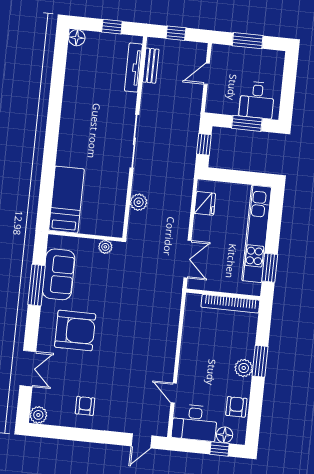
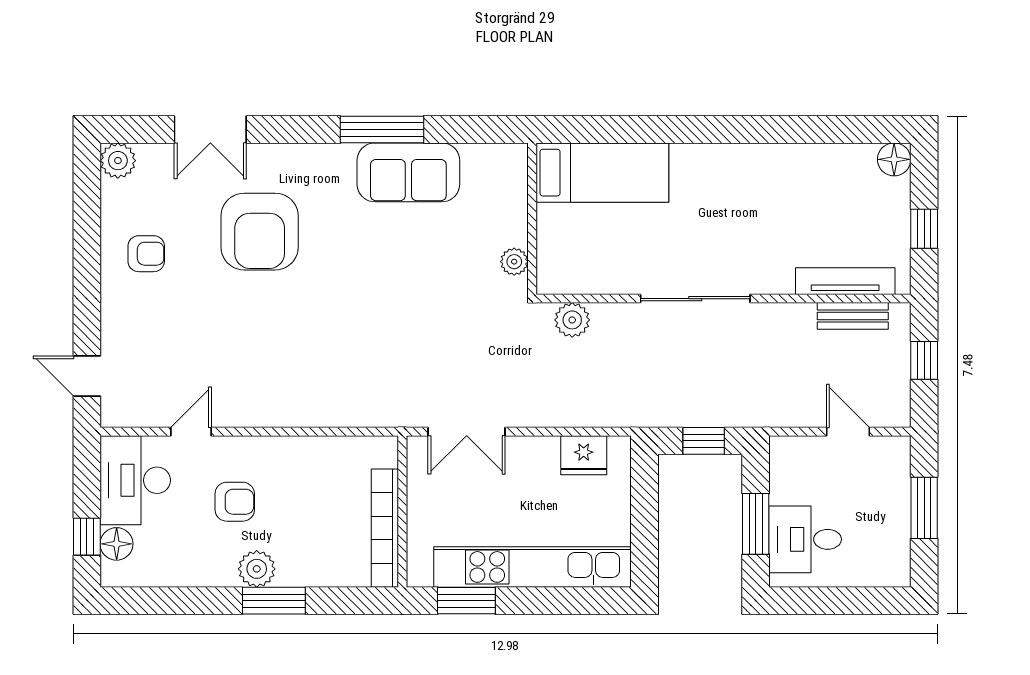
bed: (66, 200) -> (602, 173), moved
wall: (85, 236) -> (532, 219), moved
plant: (105, 247) -> (514, 262), moved
armchair: (75, 330) -> (260, 232), moved
armchair: (236, 407) -> (235, 502), moved

